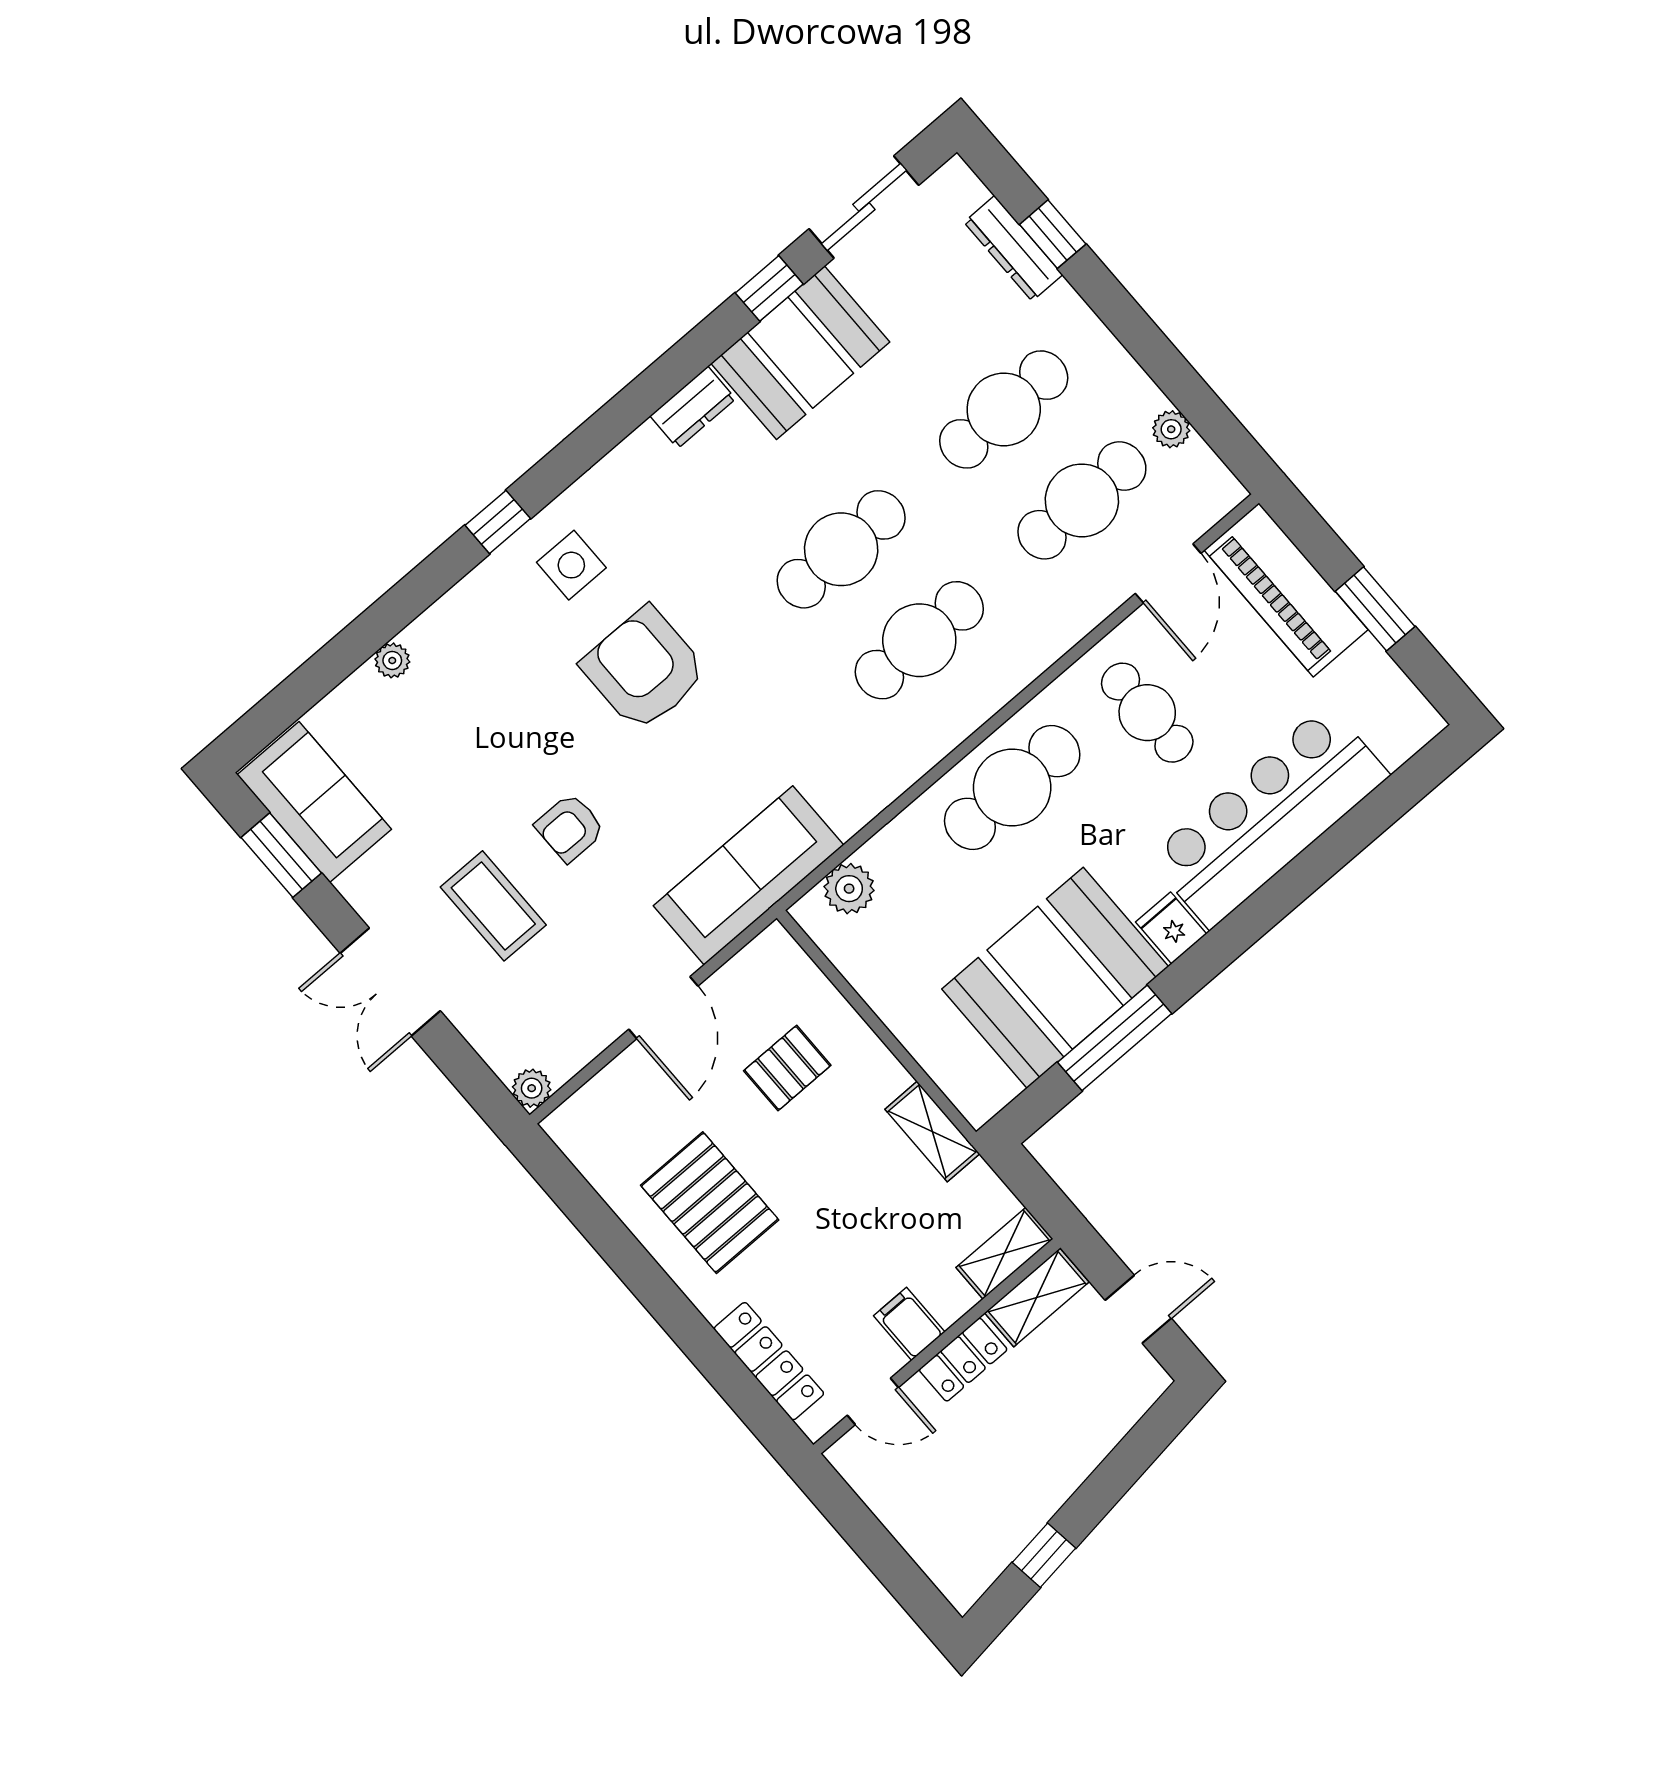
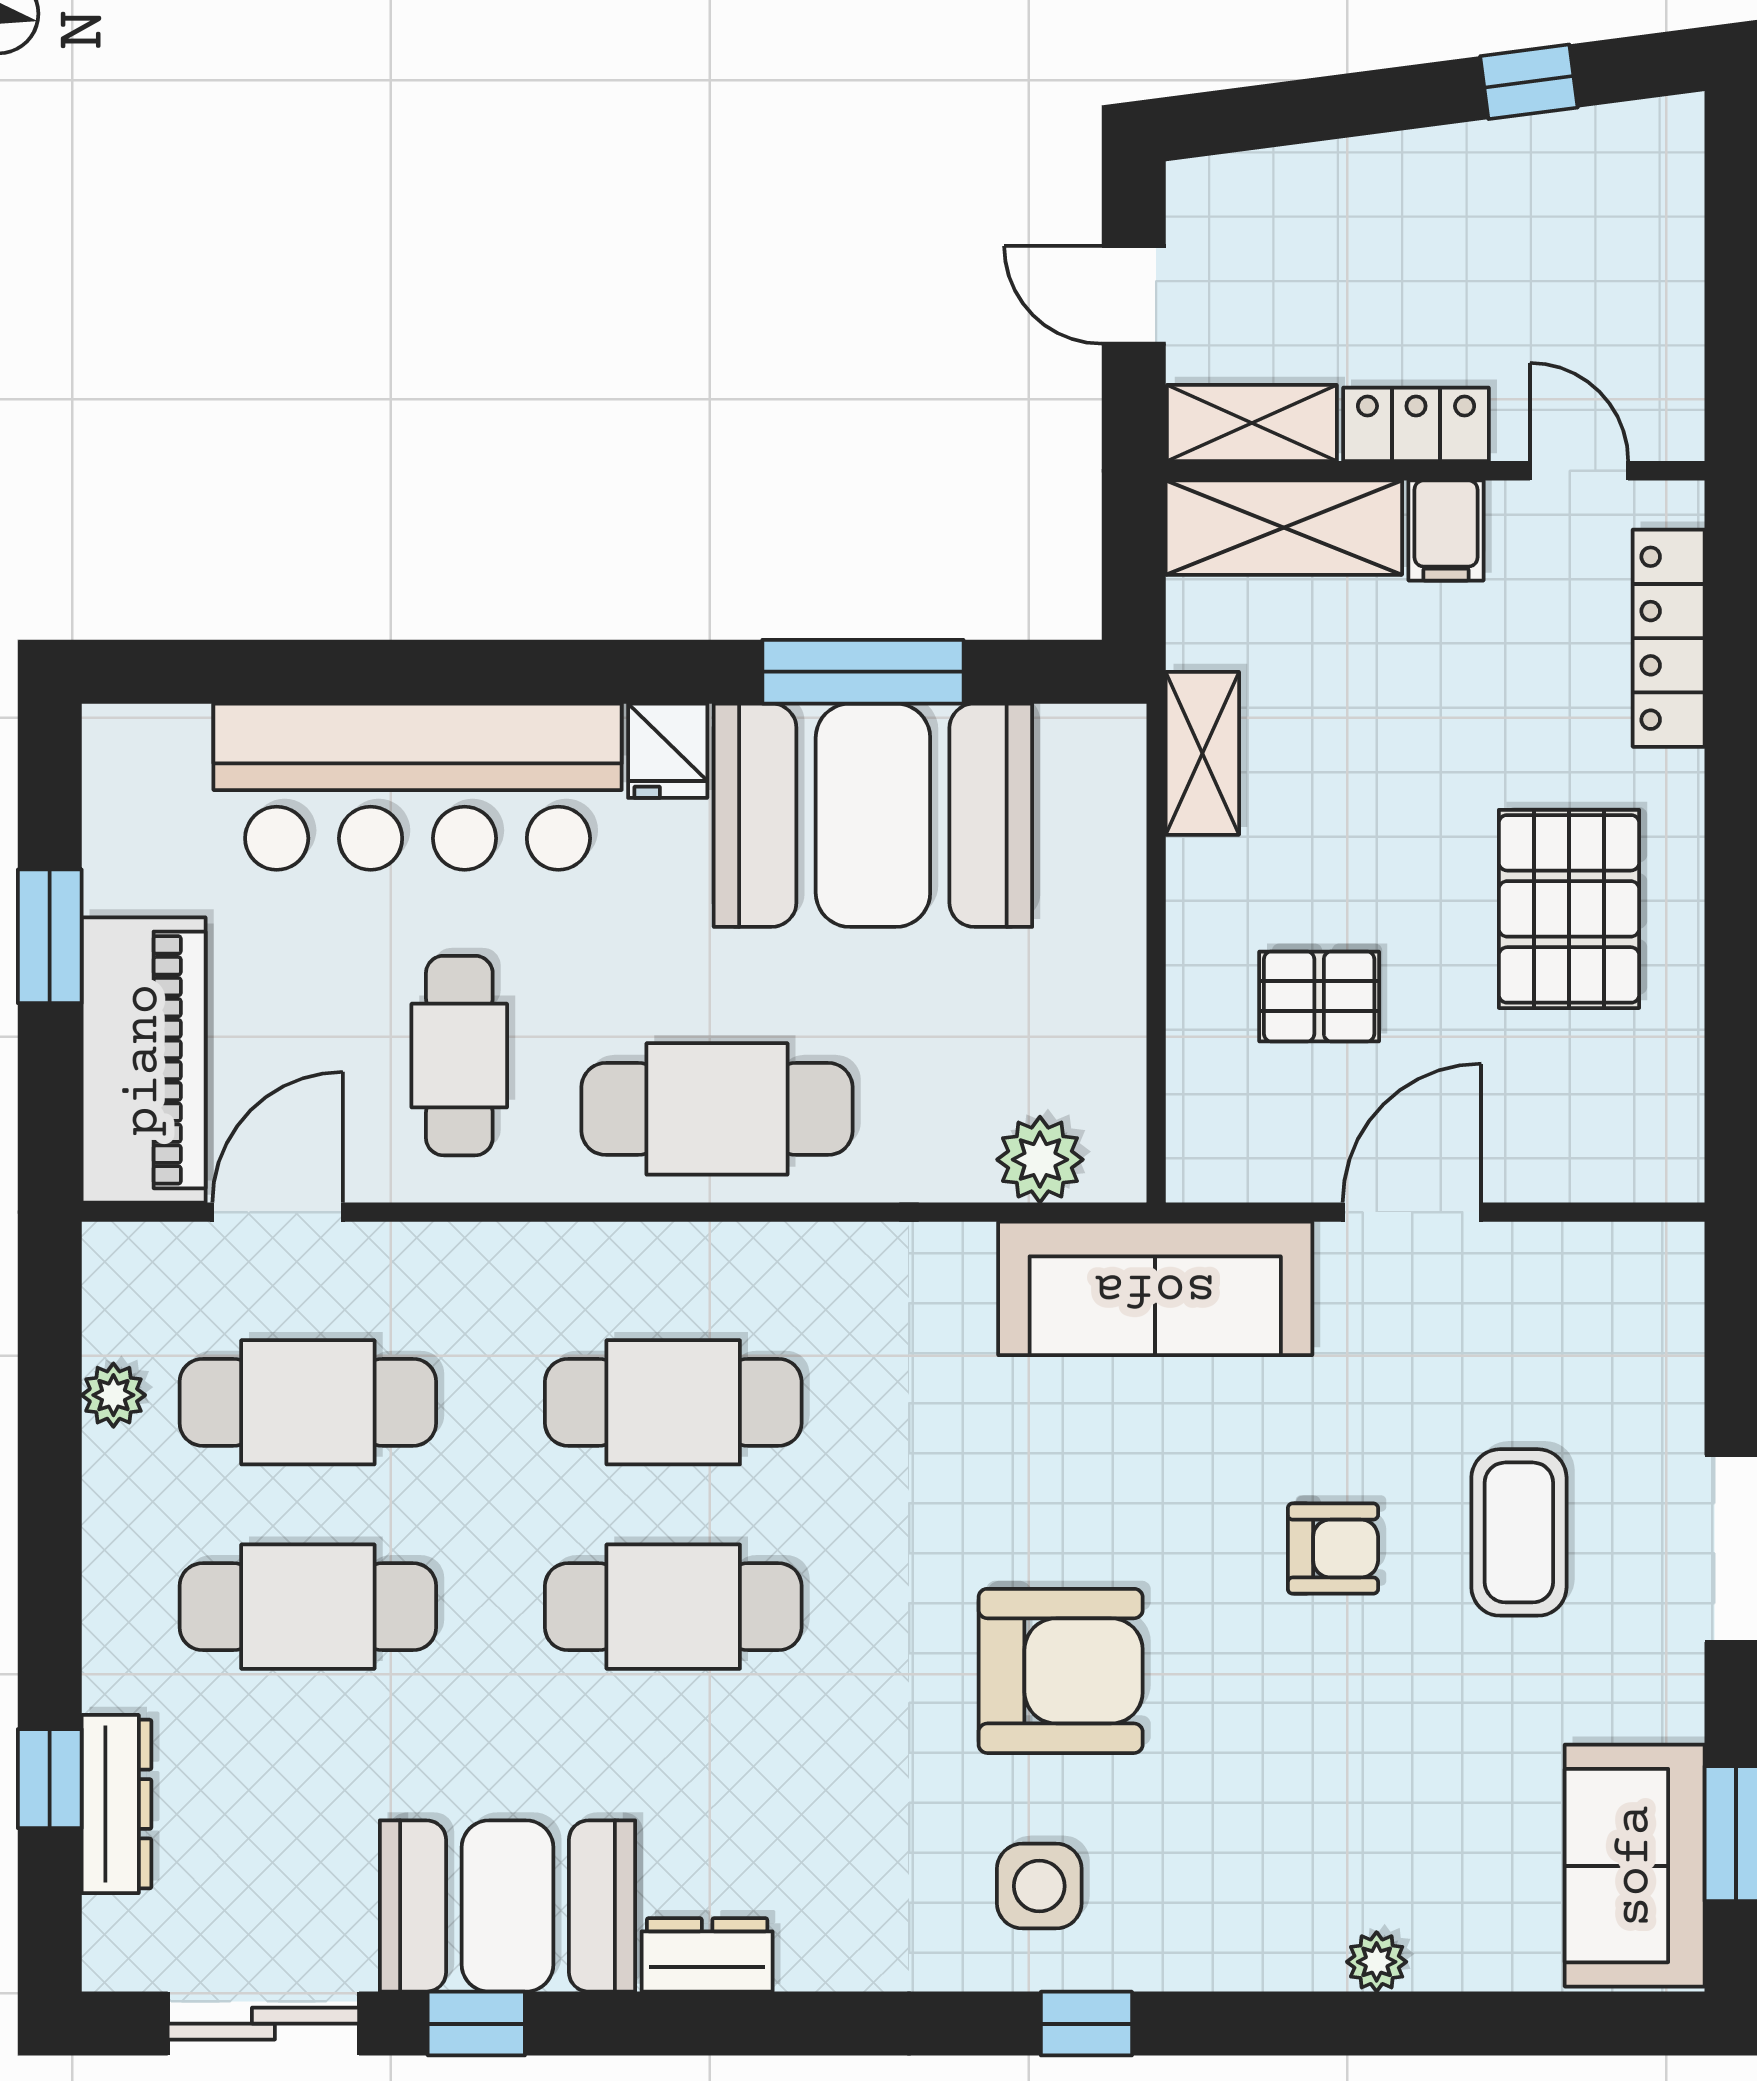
armchair: (644, 669) -> (1061, 1671), turned -90
plant: (532, 1088) -> (1672, 1254), removed
shelving: (1004, 1253) -> (1284, 528), width x1.50, depth x1.33

